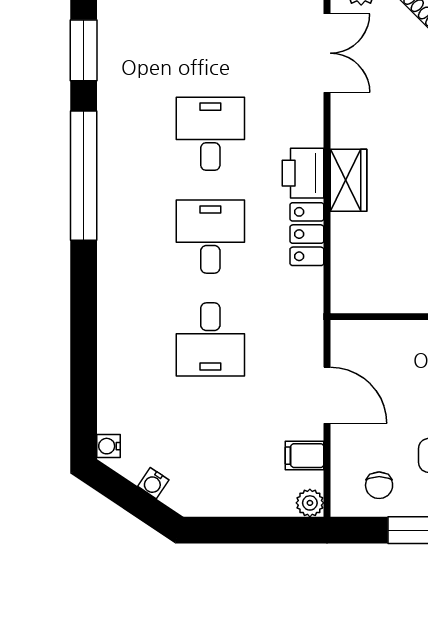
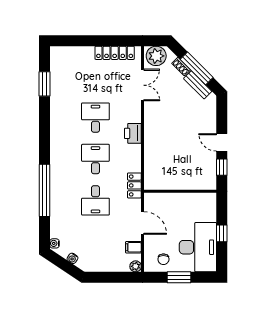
window: (84, 176) -> (44, 190), moved
wardrobe: (349, 180) -> (151, 136), removed
locker: (307, 234) -> (134, 185), moved

